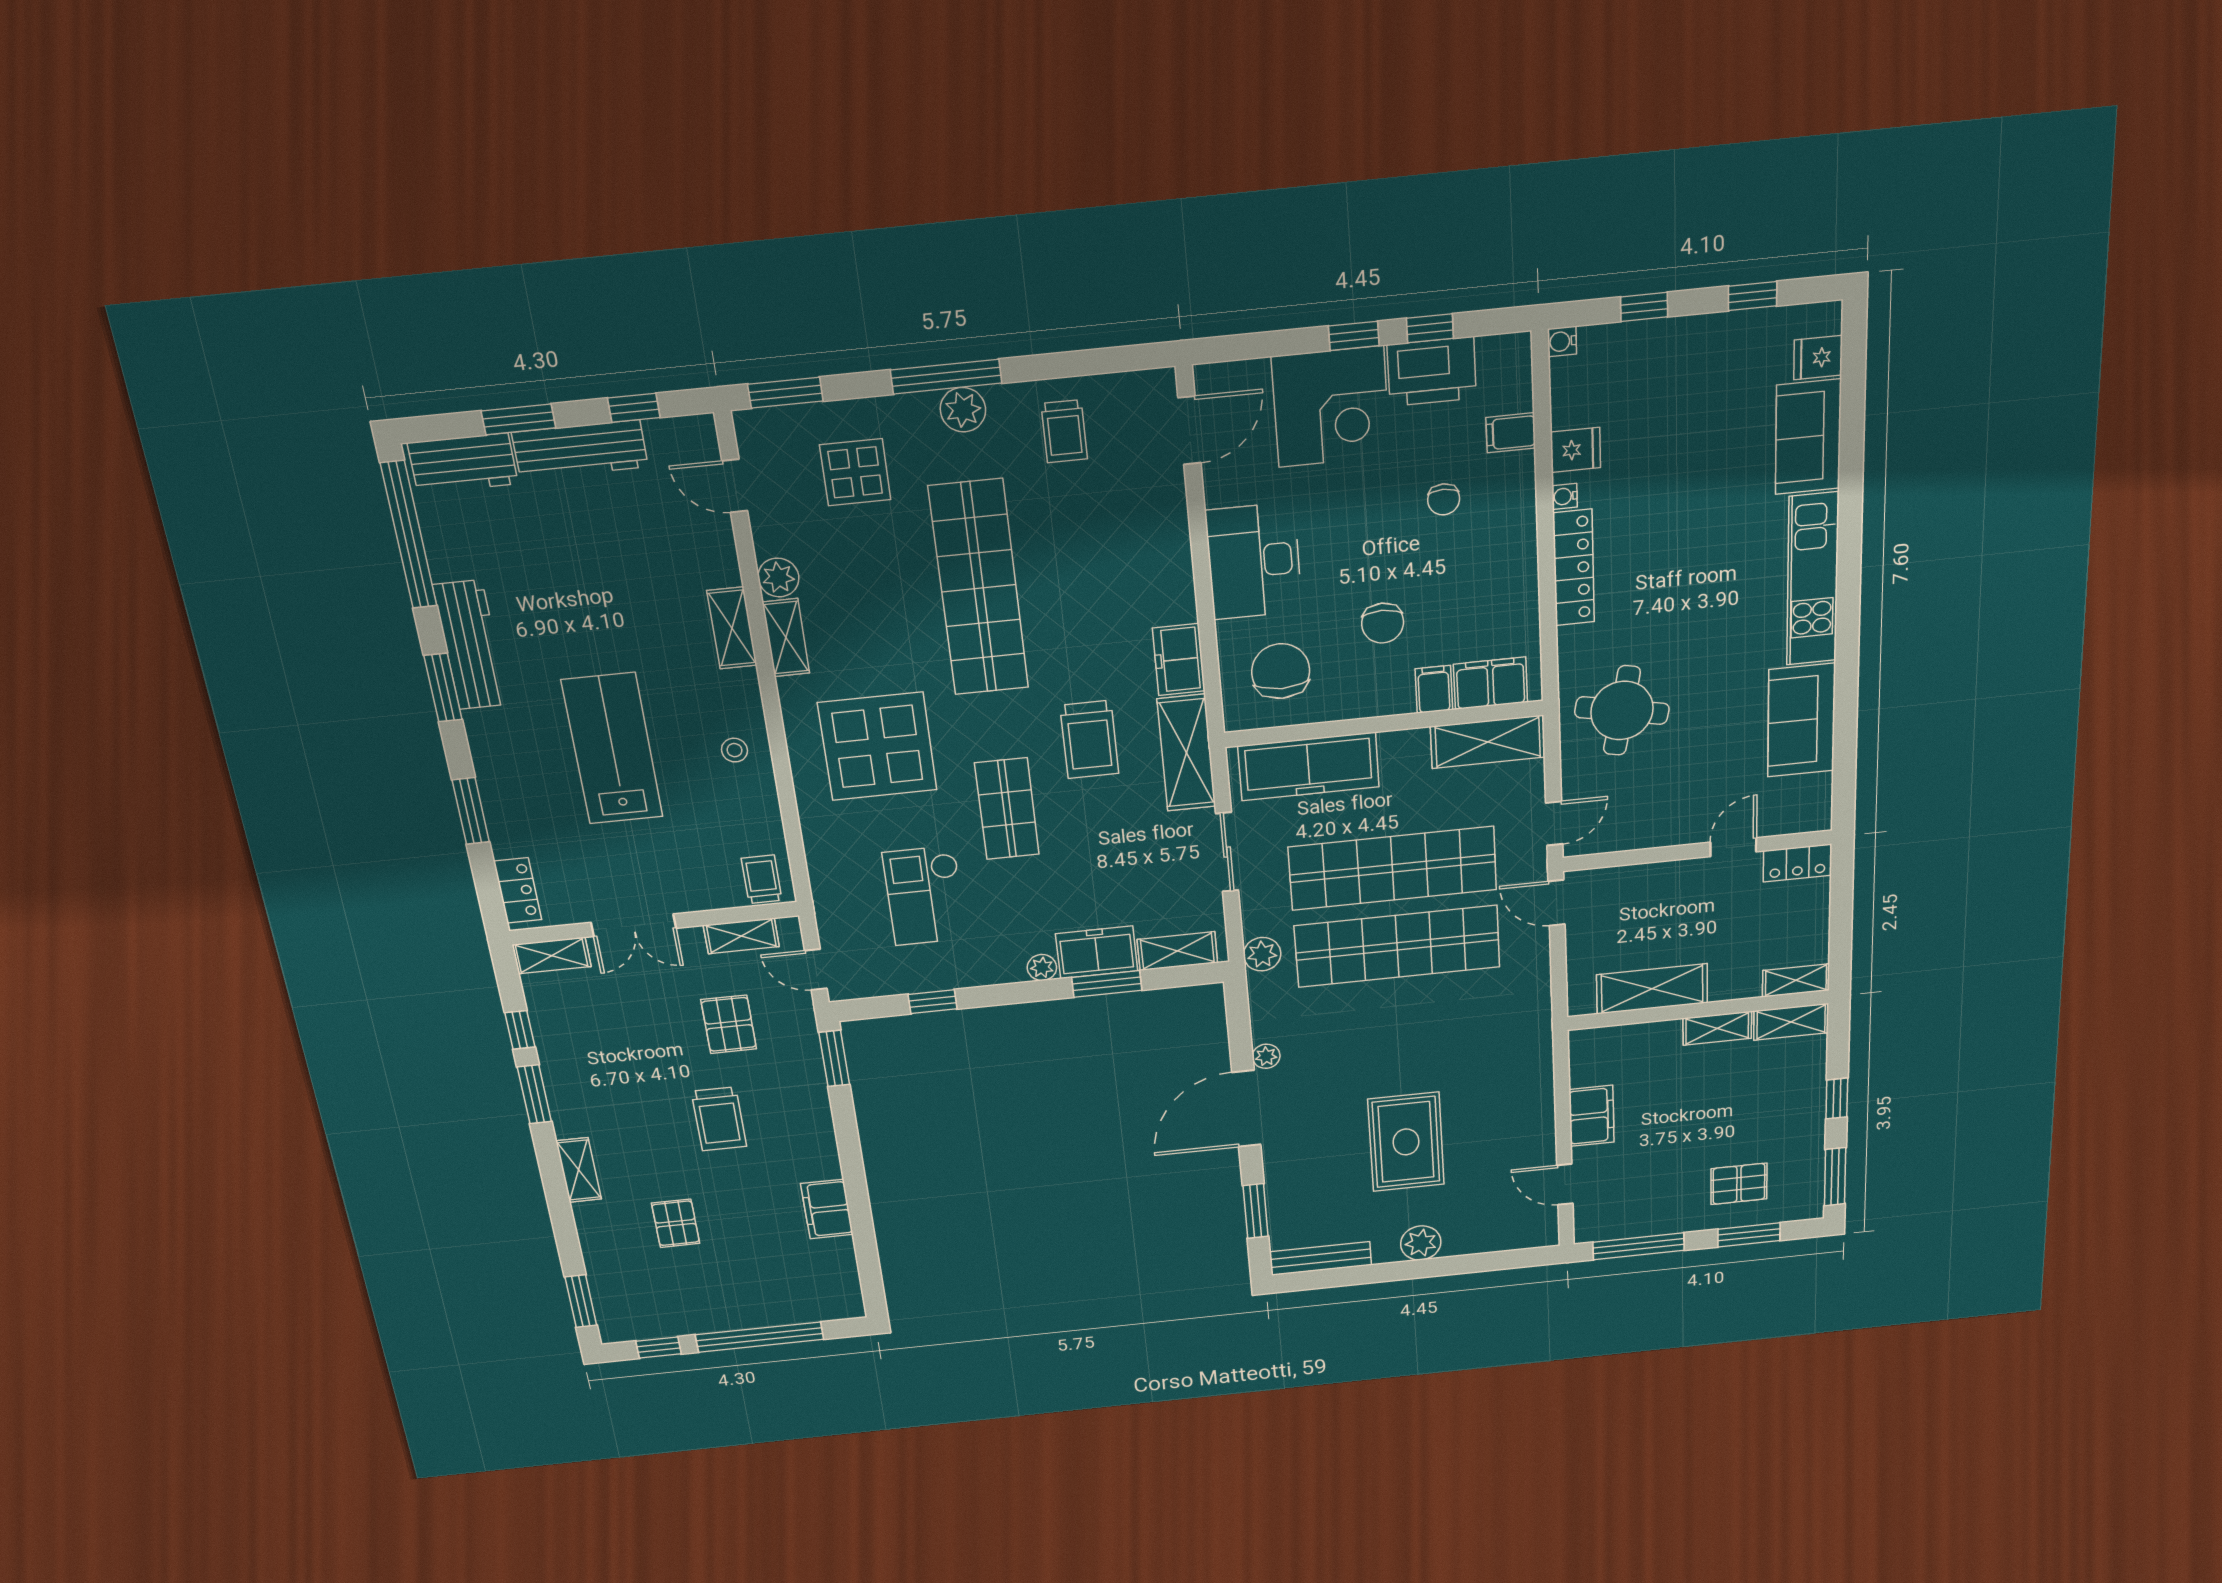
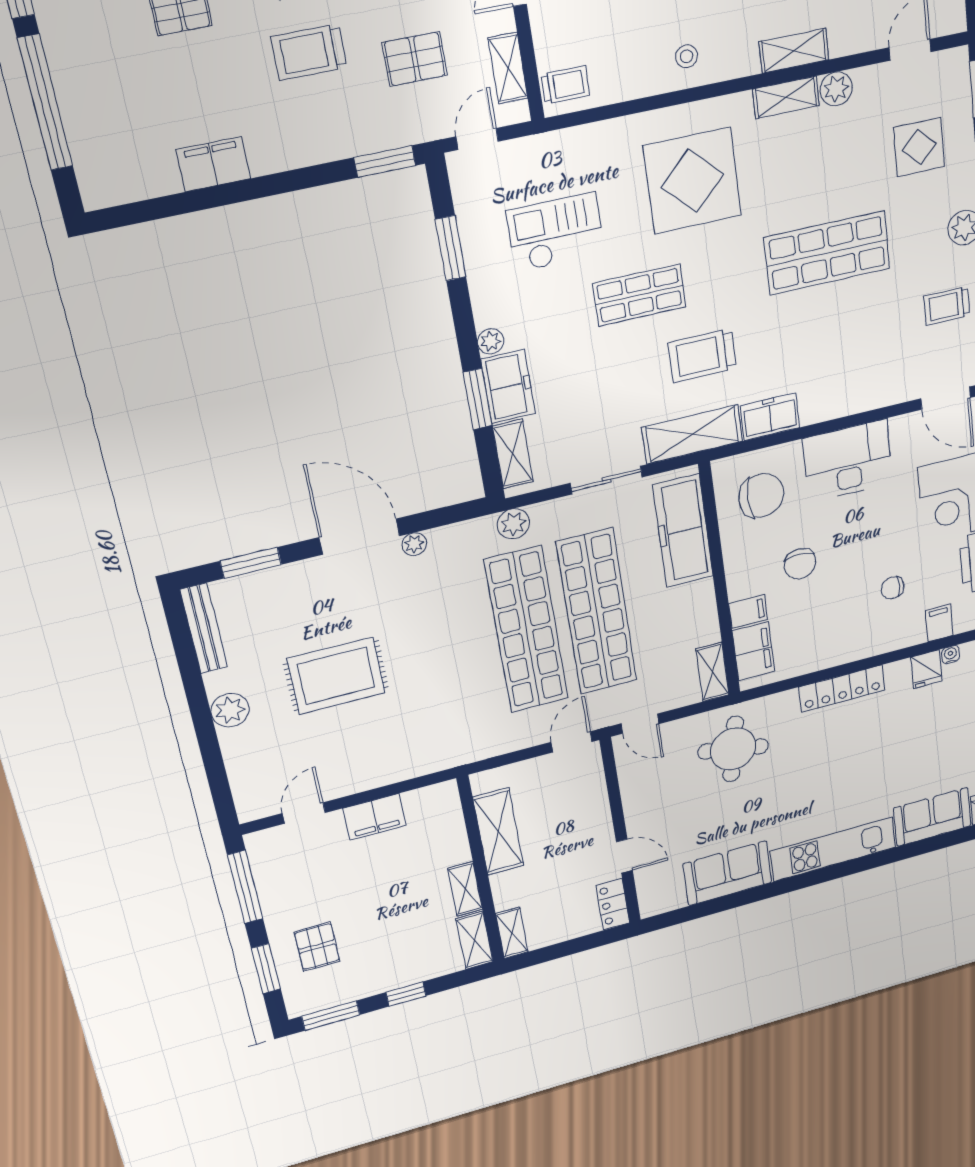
water cooler: (1565, 496) -> (951, 655), moved
shop shelf: (979, 588) -> (827, 253), width x0.71
chair: (1383, 623) -> (800, 564), turned -90
shelving: (1488, 742) -> (712, 672), width x0.67, depth x0.75
window: (933, 1002) -> (451, 248), width x1.50

